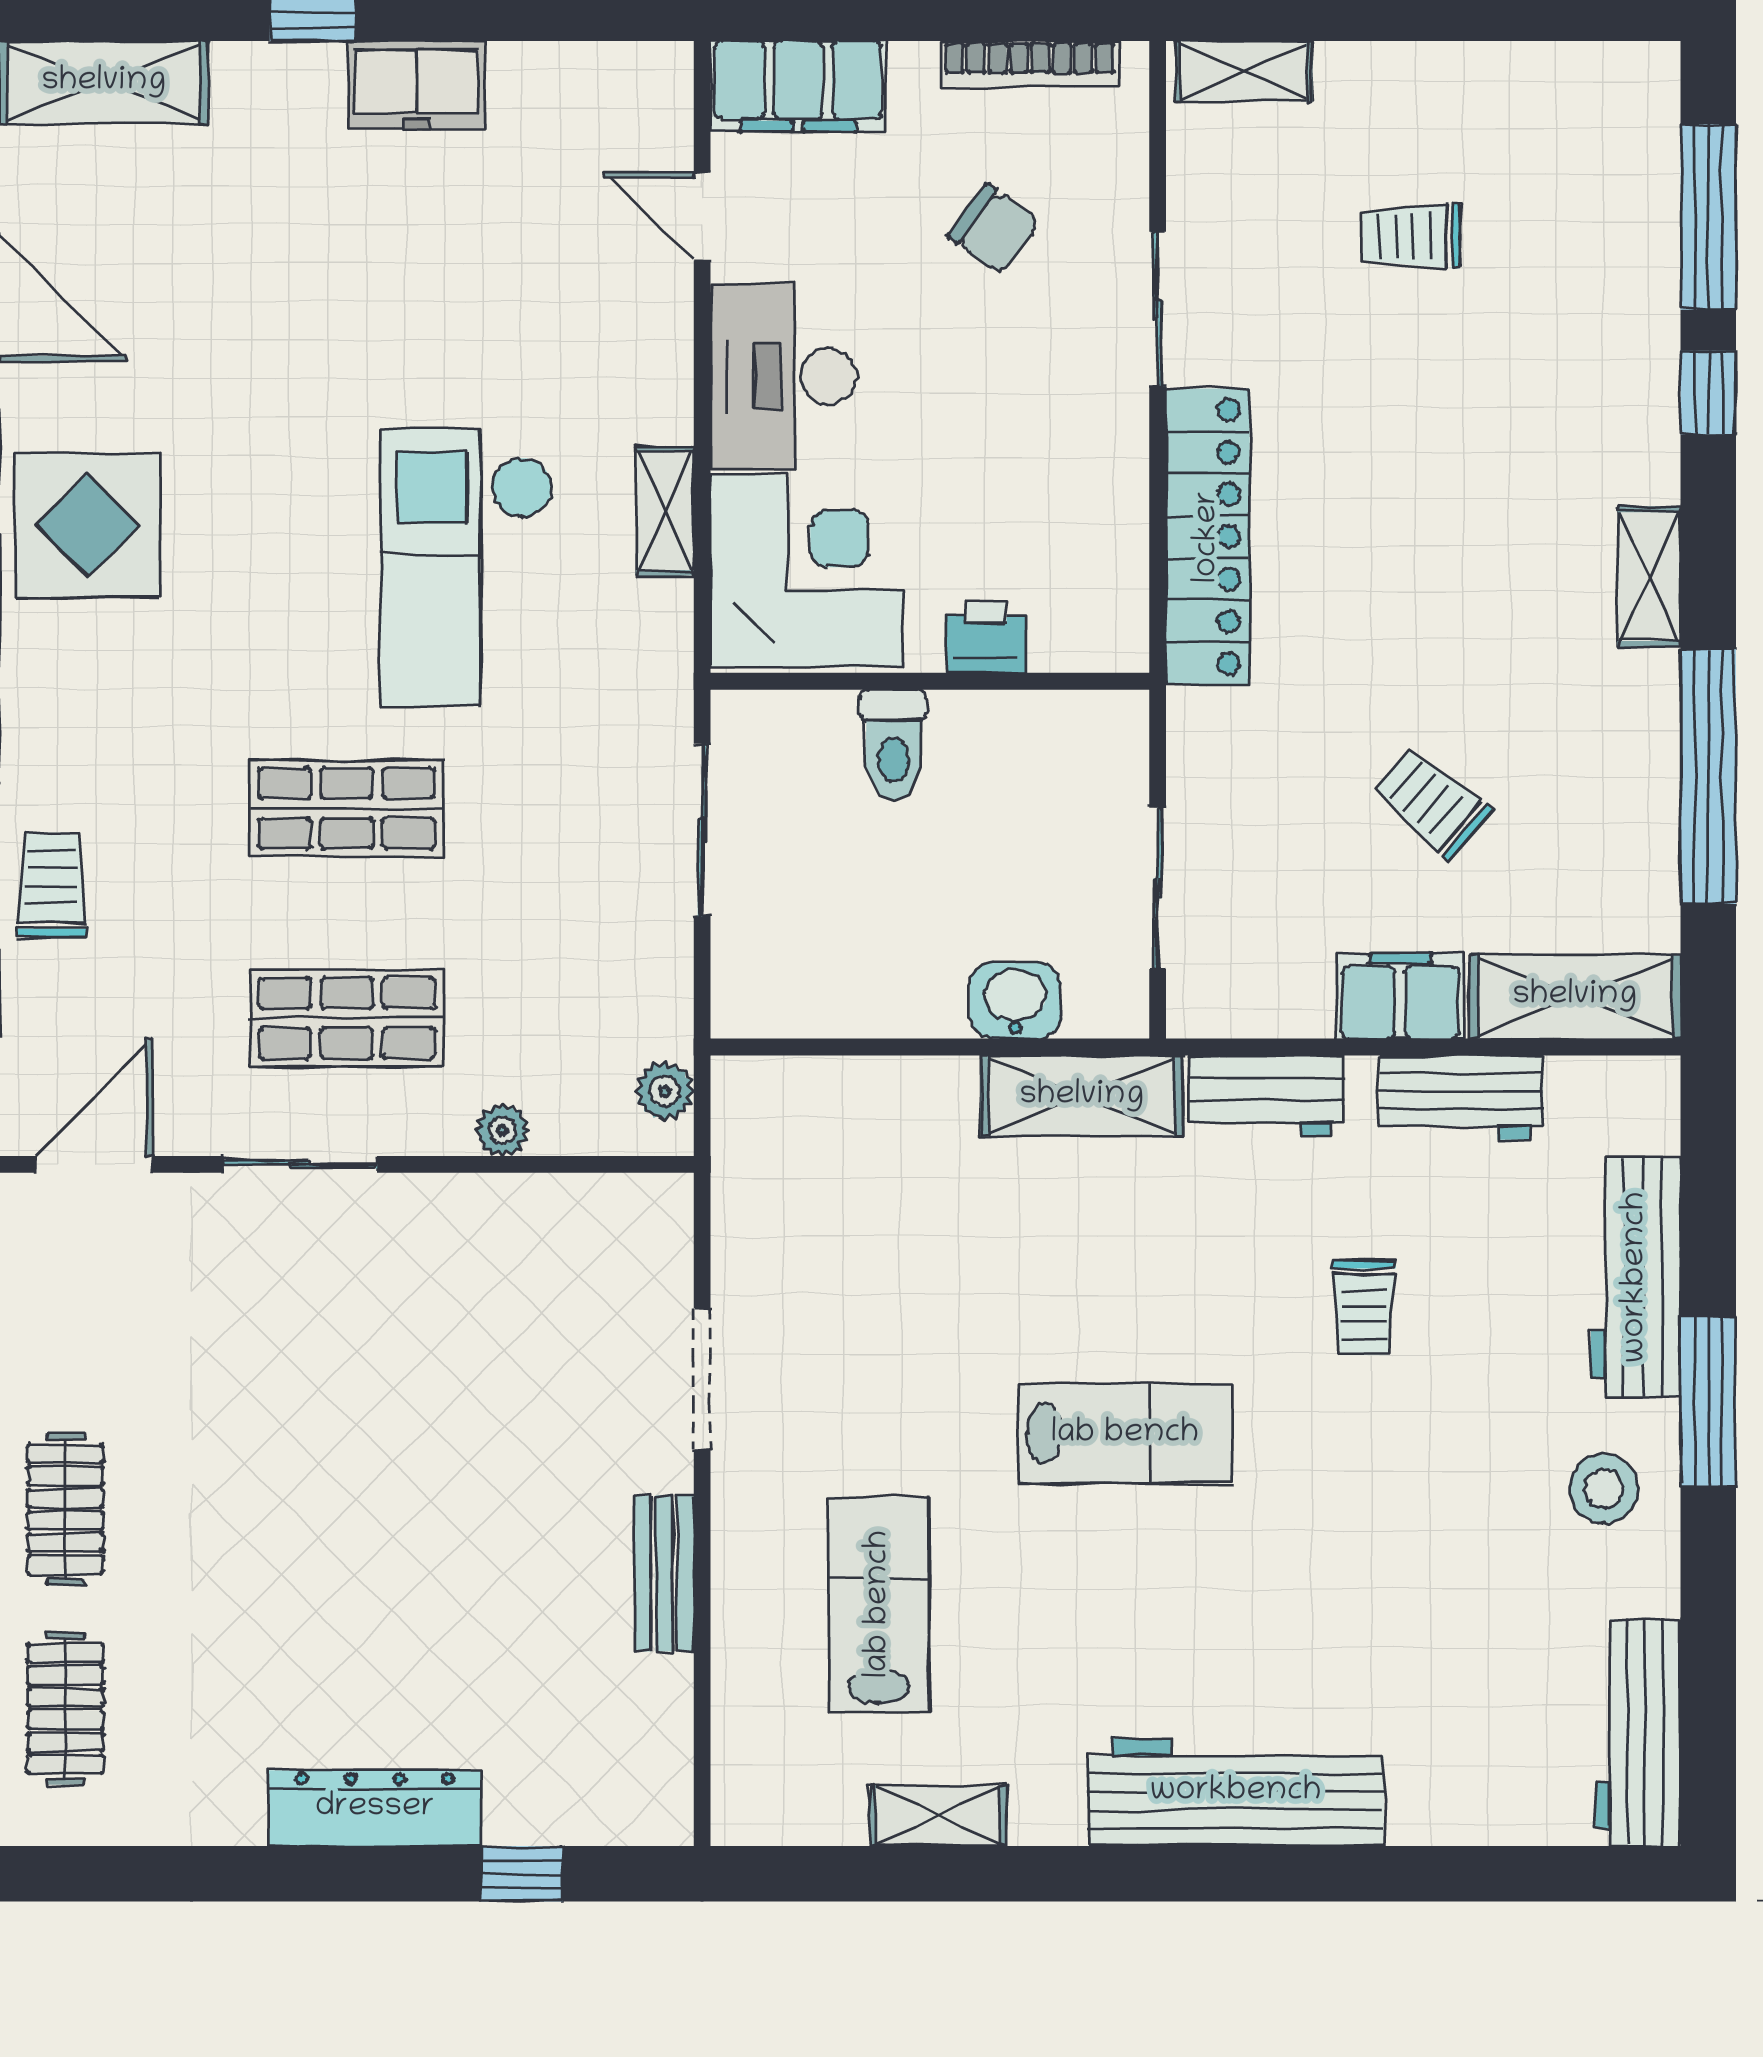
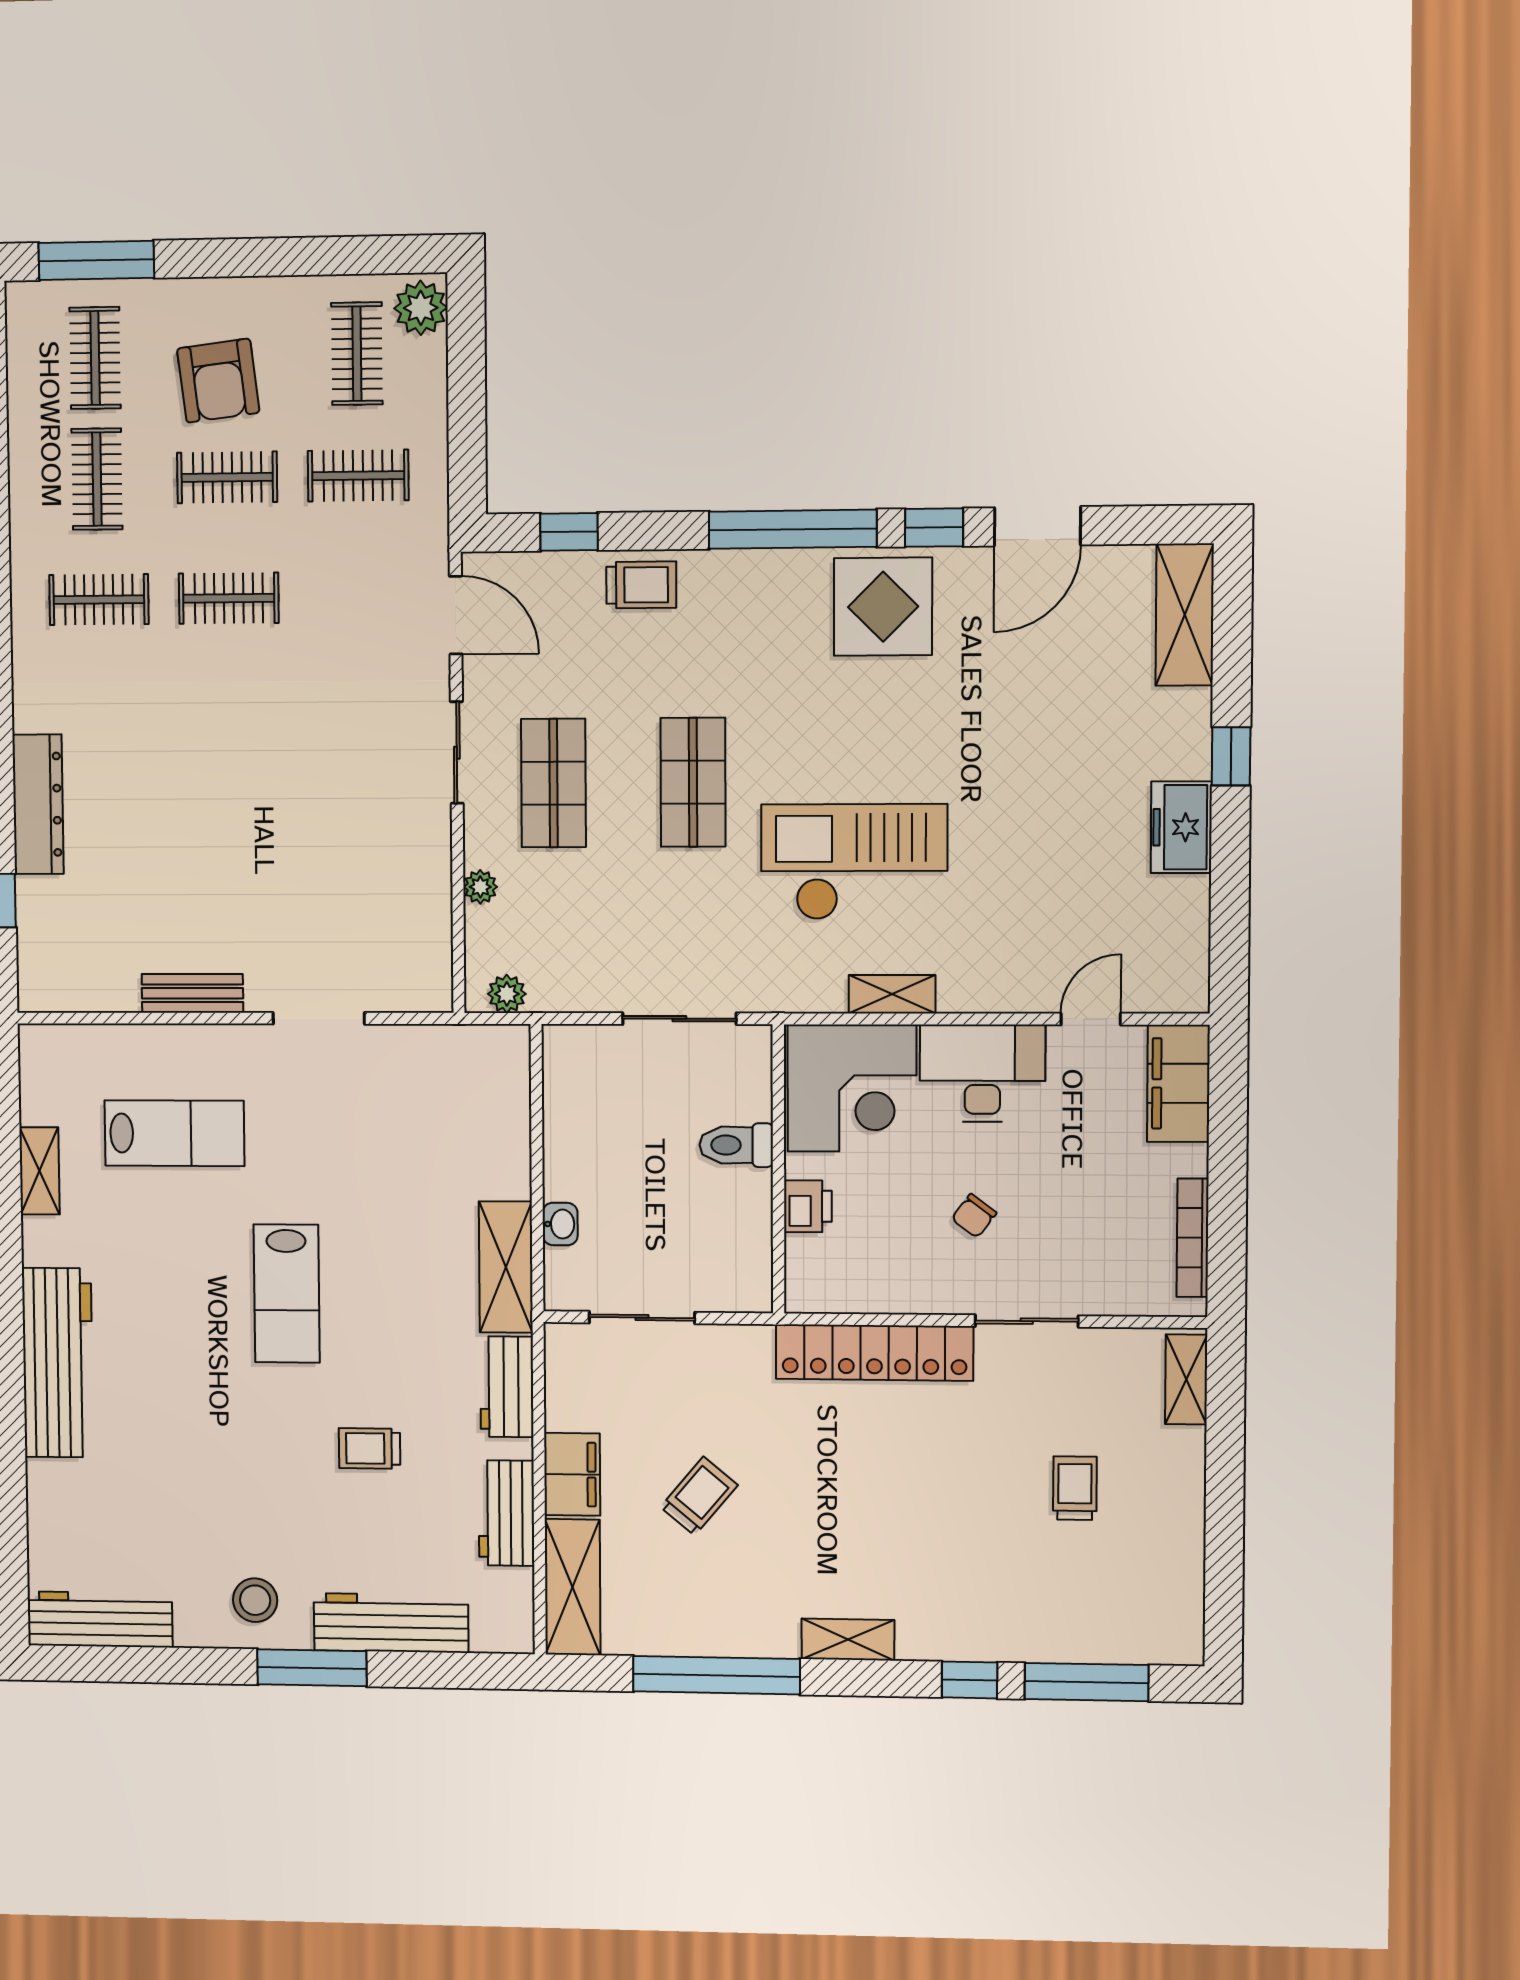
chair: (994, 229) -> (974, 1216), moved, width x0.73, depth x0.73
washbasin: (1015, 1000) -> (560, 1224), width x0.72, depth x0.69

